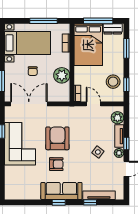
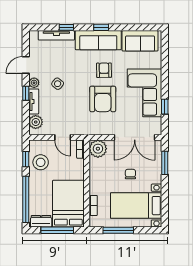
window: (126, 48) -> (26, 199), width x2.11
plant: (62, 75) -> (98, 149), moved
armchair: (56, 164) -> (104, 70), turned 89
sofa: (24, 190) -> (140, 41), added

